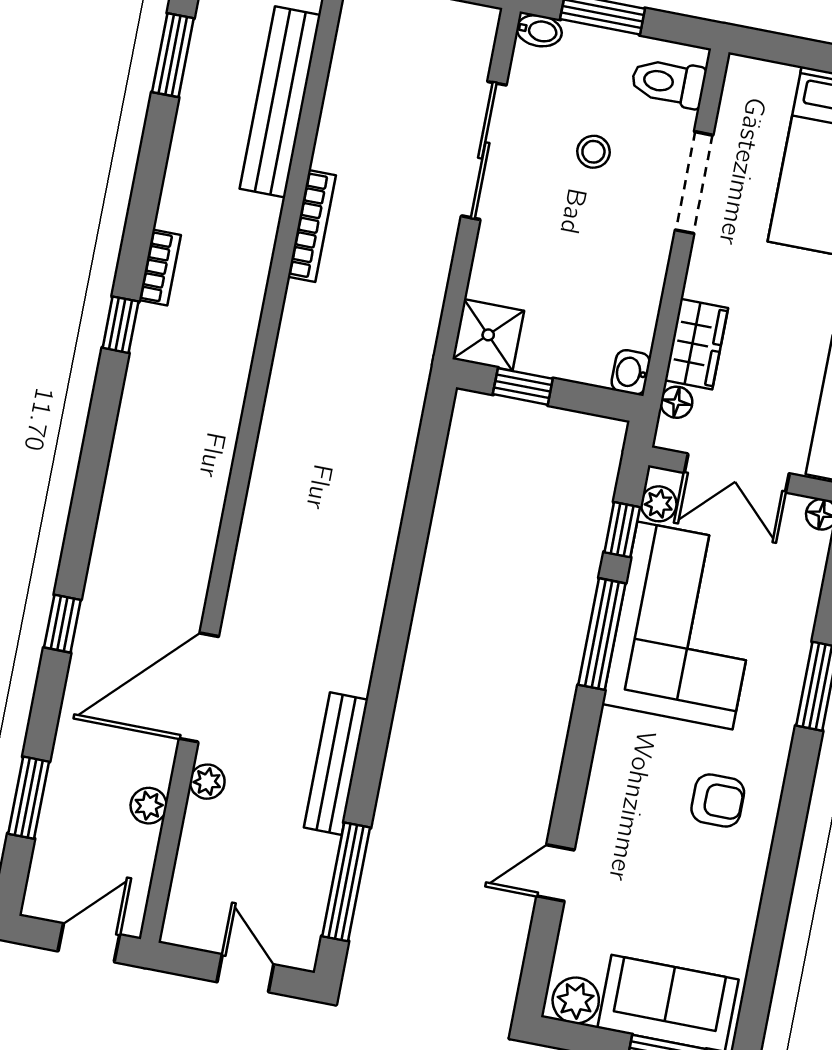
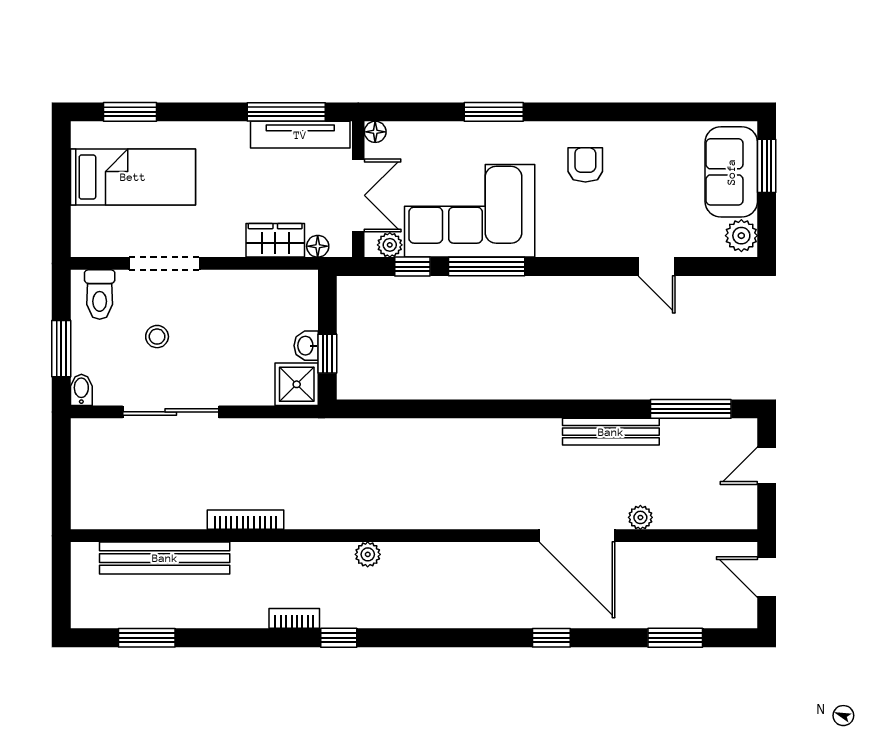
washbasin: (631, 372) -> (306, 346), moved, turned 90
plant: (149, 806) -> (368, 554), moved

